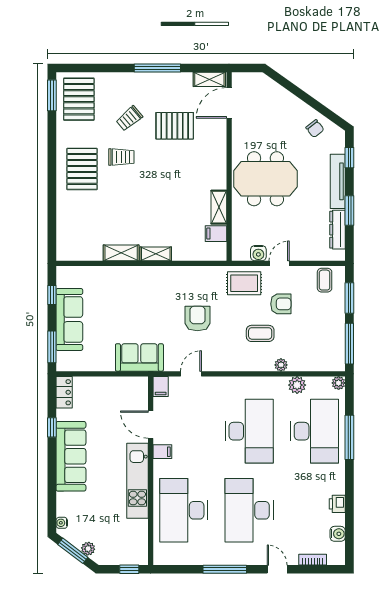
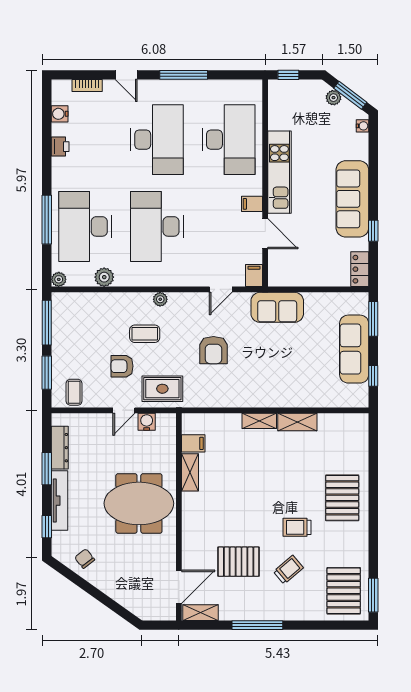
pallet: (82, 169) -> (342, 498), moved
plant: (281, 365) -> (160, 299), moved

